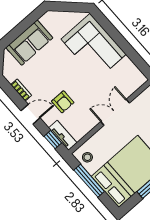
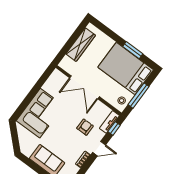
double door: (115, 112) -> (84, 87), width x1.37
door: (31, 114) -> (99, 149), swing flipped

